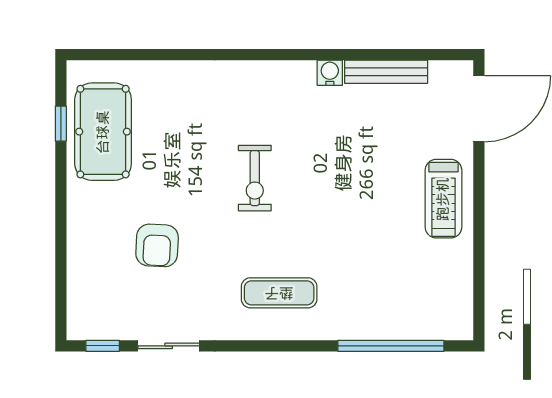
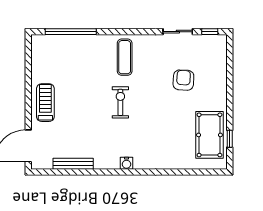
water cooler: (330, 73) -> (126, 163), moved
exercise bike: (255, 178) -> (120, 102), moved
exercise mat: (279, 293) -> (125, 57), turned 90

